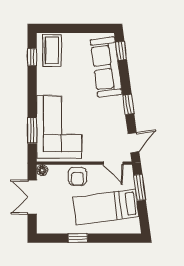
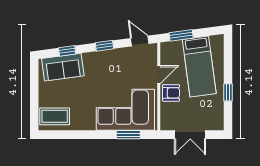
window: (121, 51) -> (67, 51), moved
window: (32, 57) -> (61, 135), removed
sofa: (106, 67) -> (63, 67), width x0.73
door: (113, 163) -> (159, 75), moved
floor lamp: (42, 170) -> (165, 125), removed

